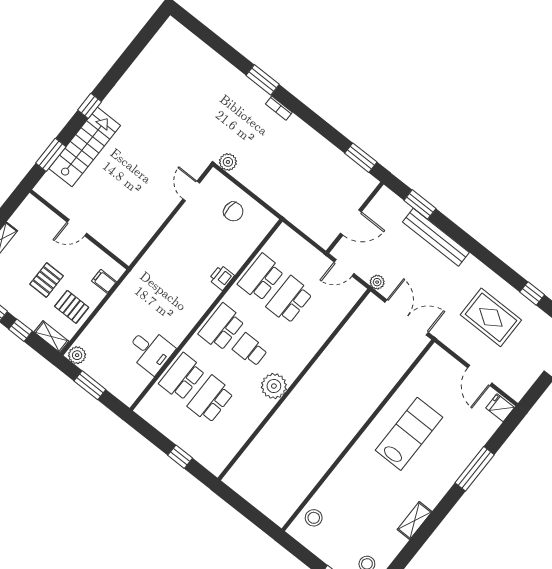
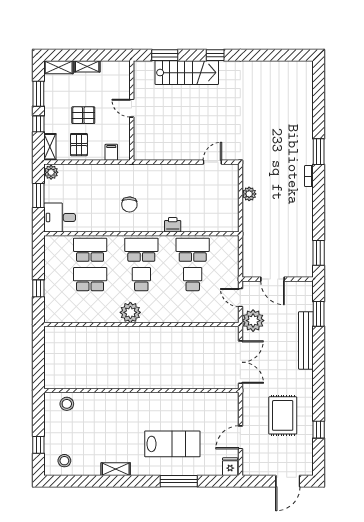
plant: (228, 162) -> (249, 194), moved
chair: (233, 212) -> (129, 204), moved
plant: (377, 282) -> (253, 321), width x1.88, depth x1.88
school desk: (289, 300) -> (193, 279), width x0.54
desk: (150, 351) -> (60, 217), moved, turned 90
lab bench: (409, 434) -> (172, 444), moved

